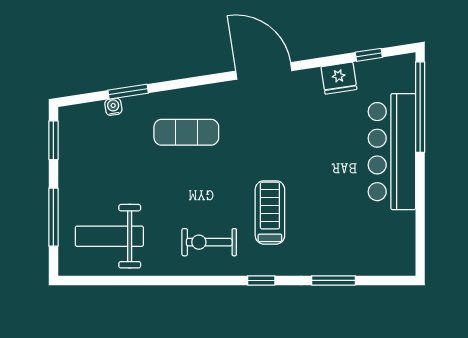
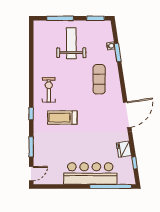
treadmill: (270, 212) -> (62, 118), turned 180
weight bench: (109, 236) -> (71, 43), moved
door: (392, 280) -> (31, 174), added

